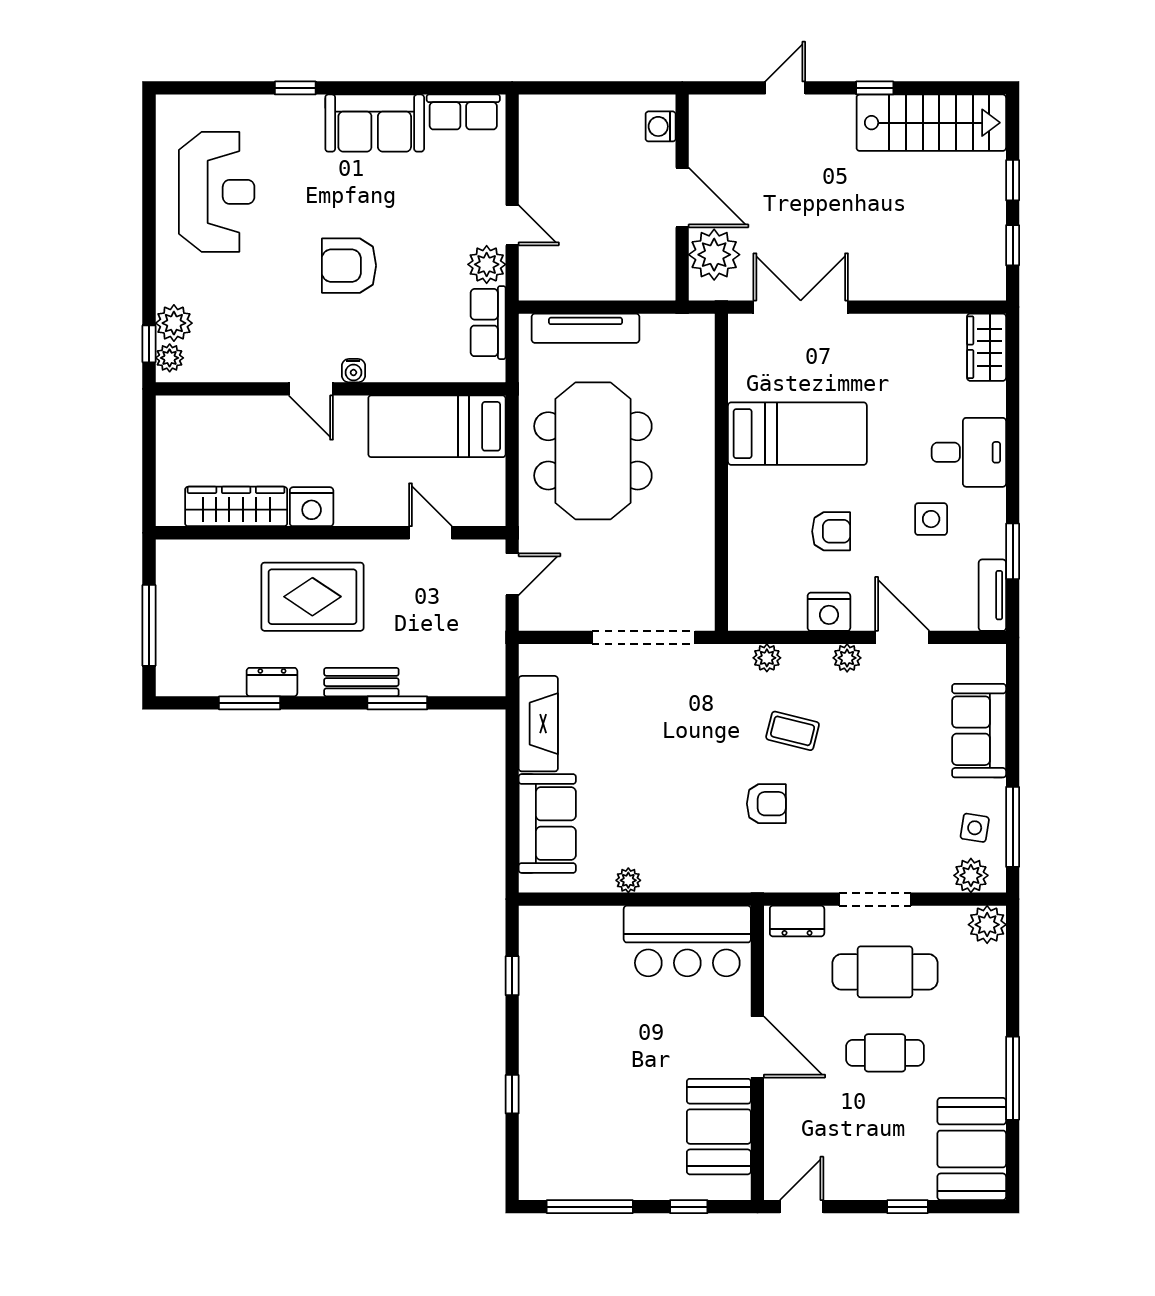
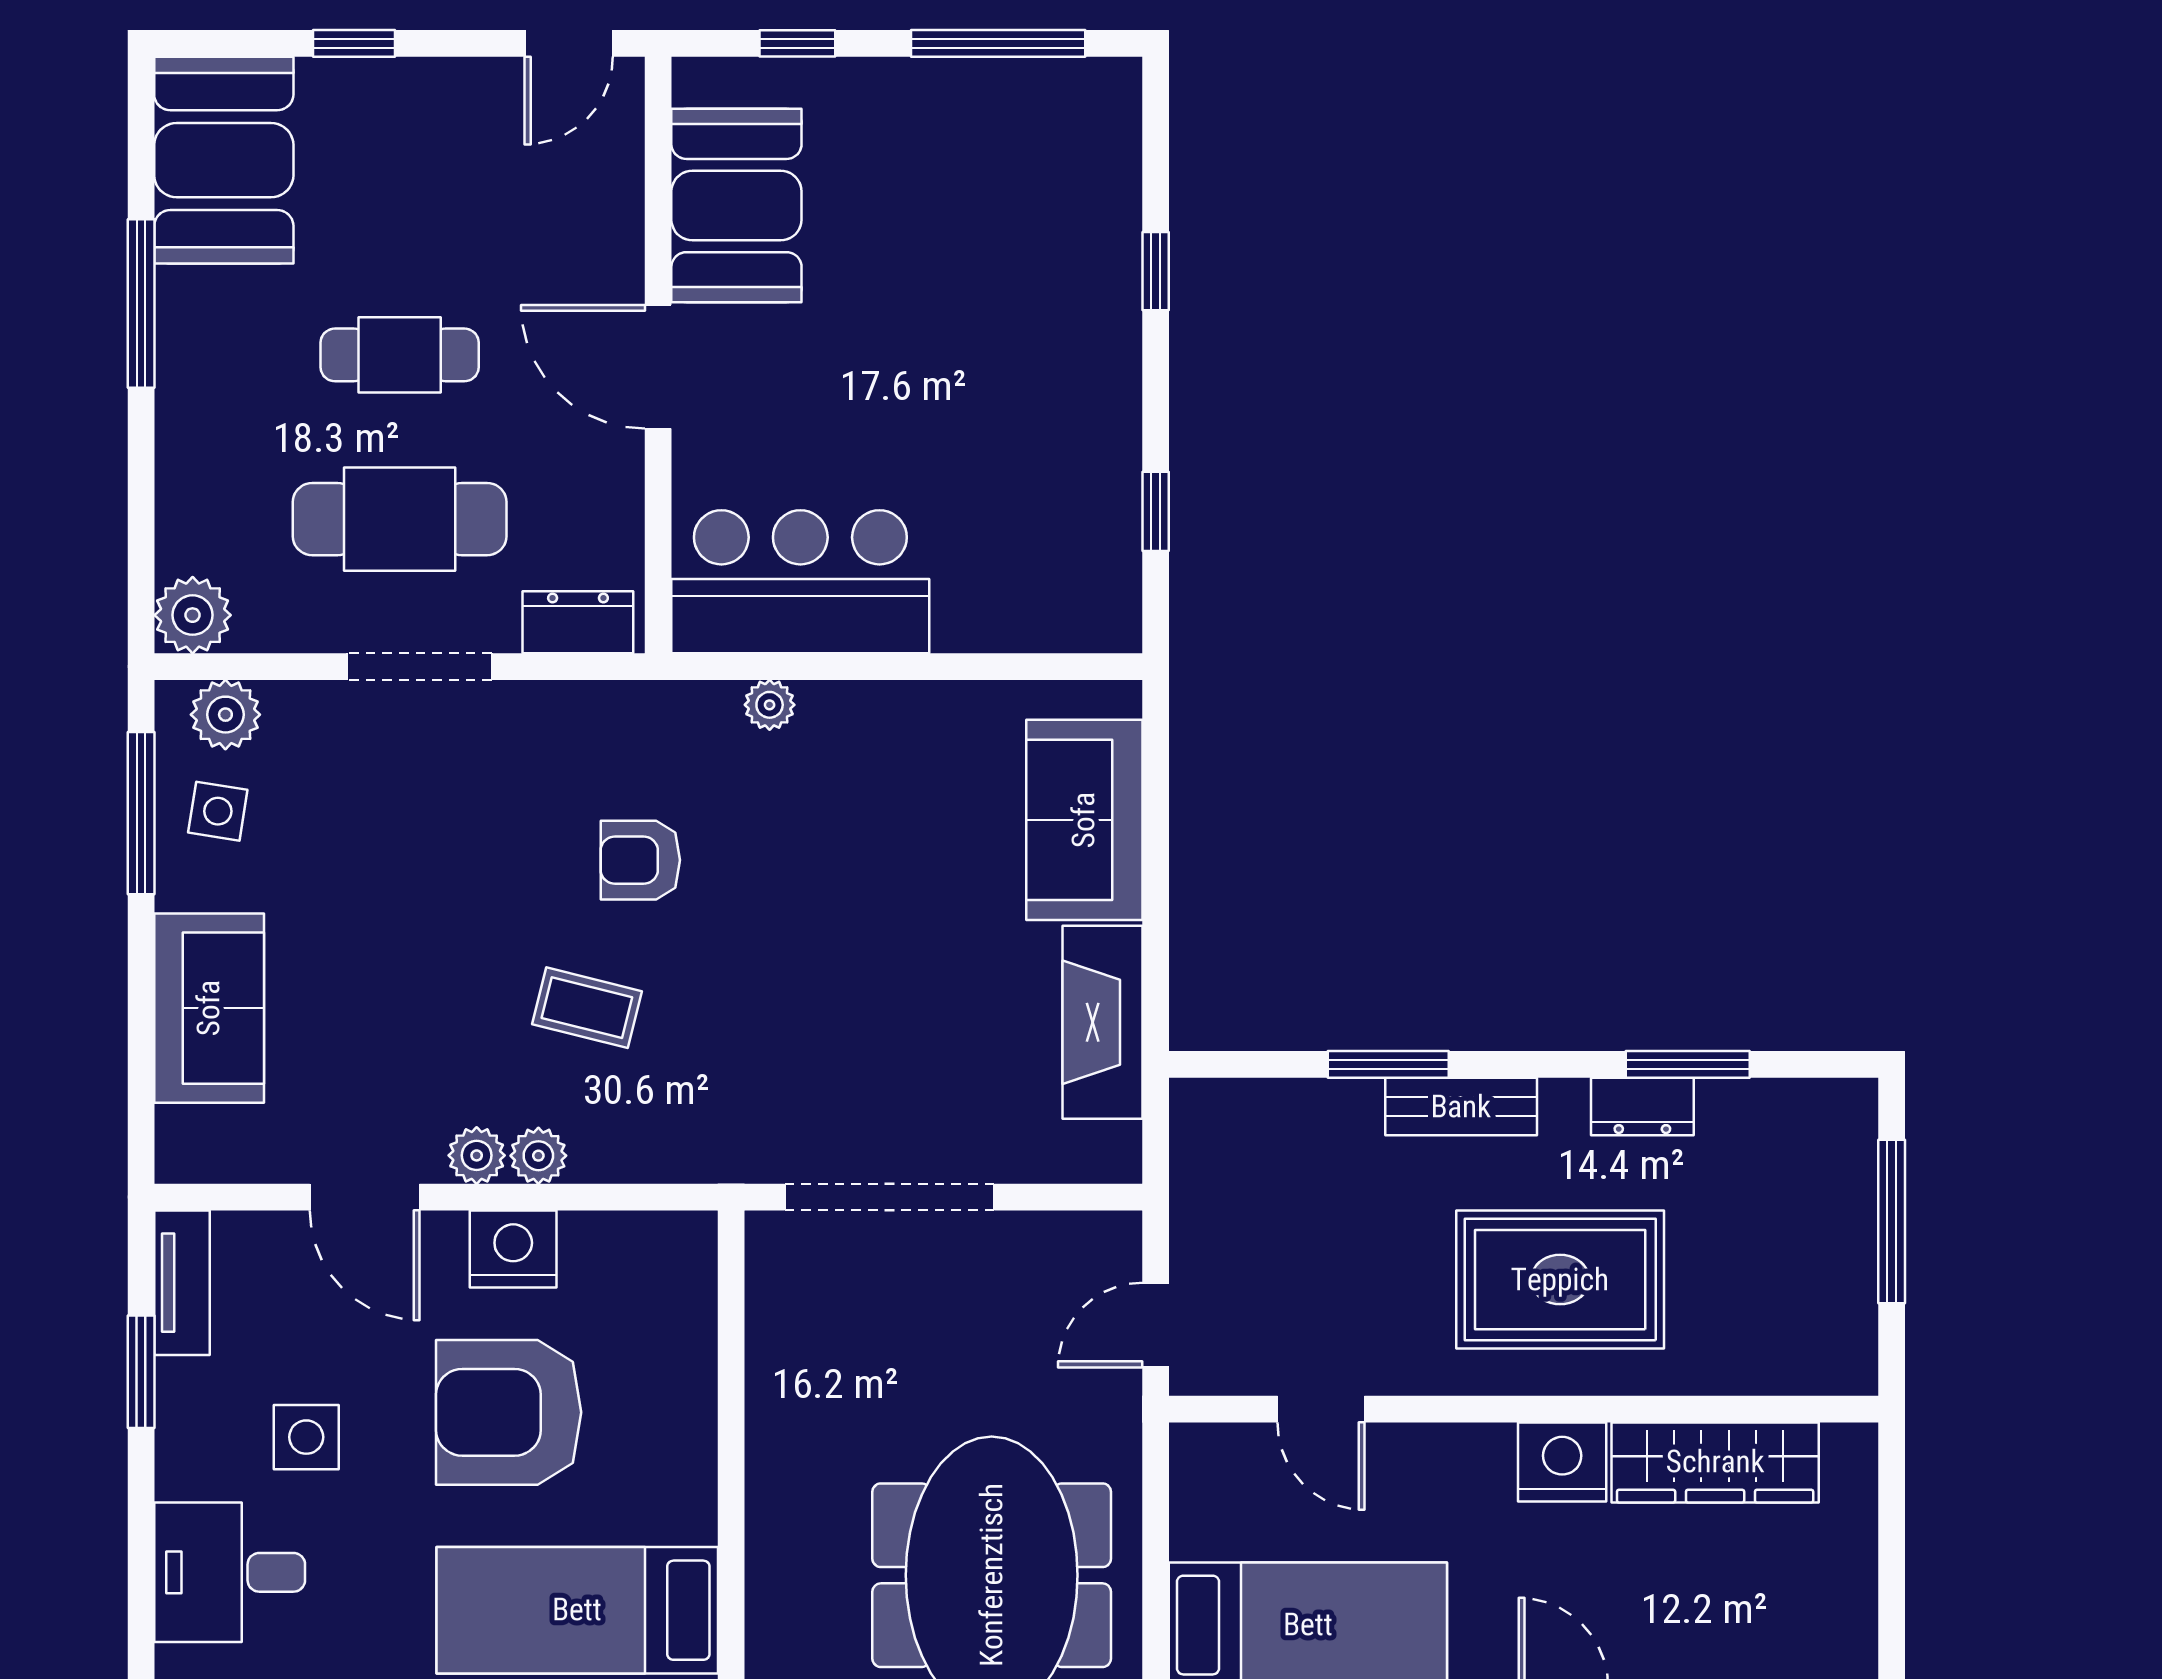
armchair: (831, 531) -> (509, 1412), width x1.88, depth x1.88
plant: (767, 658) -> (538, 1156), moved
plant: (628, 880) -> (770, 705), moved

